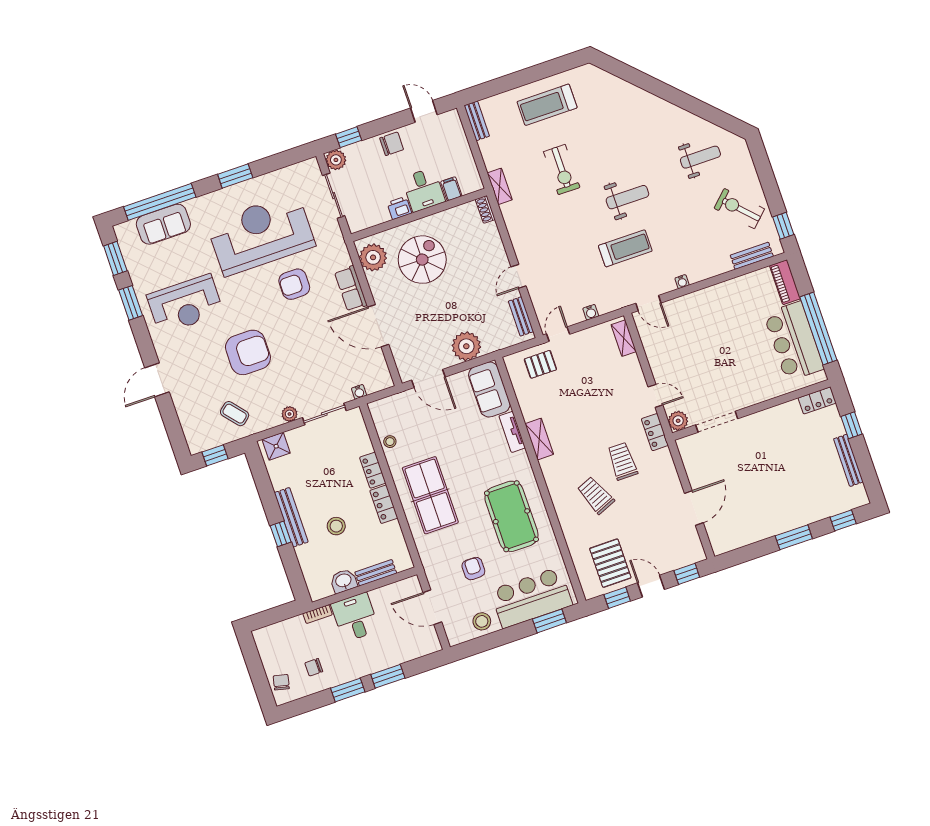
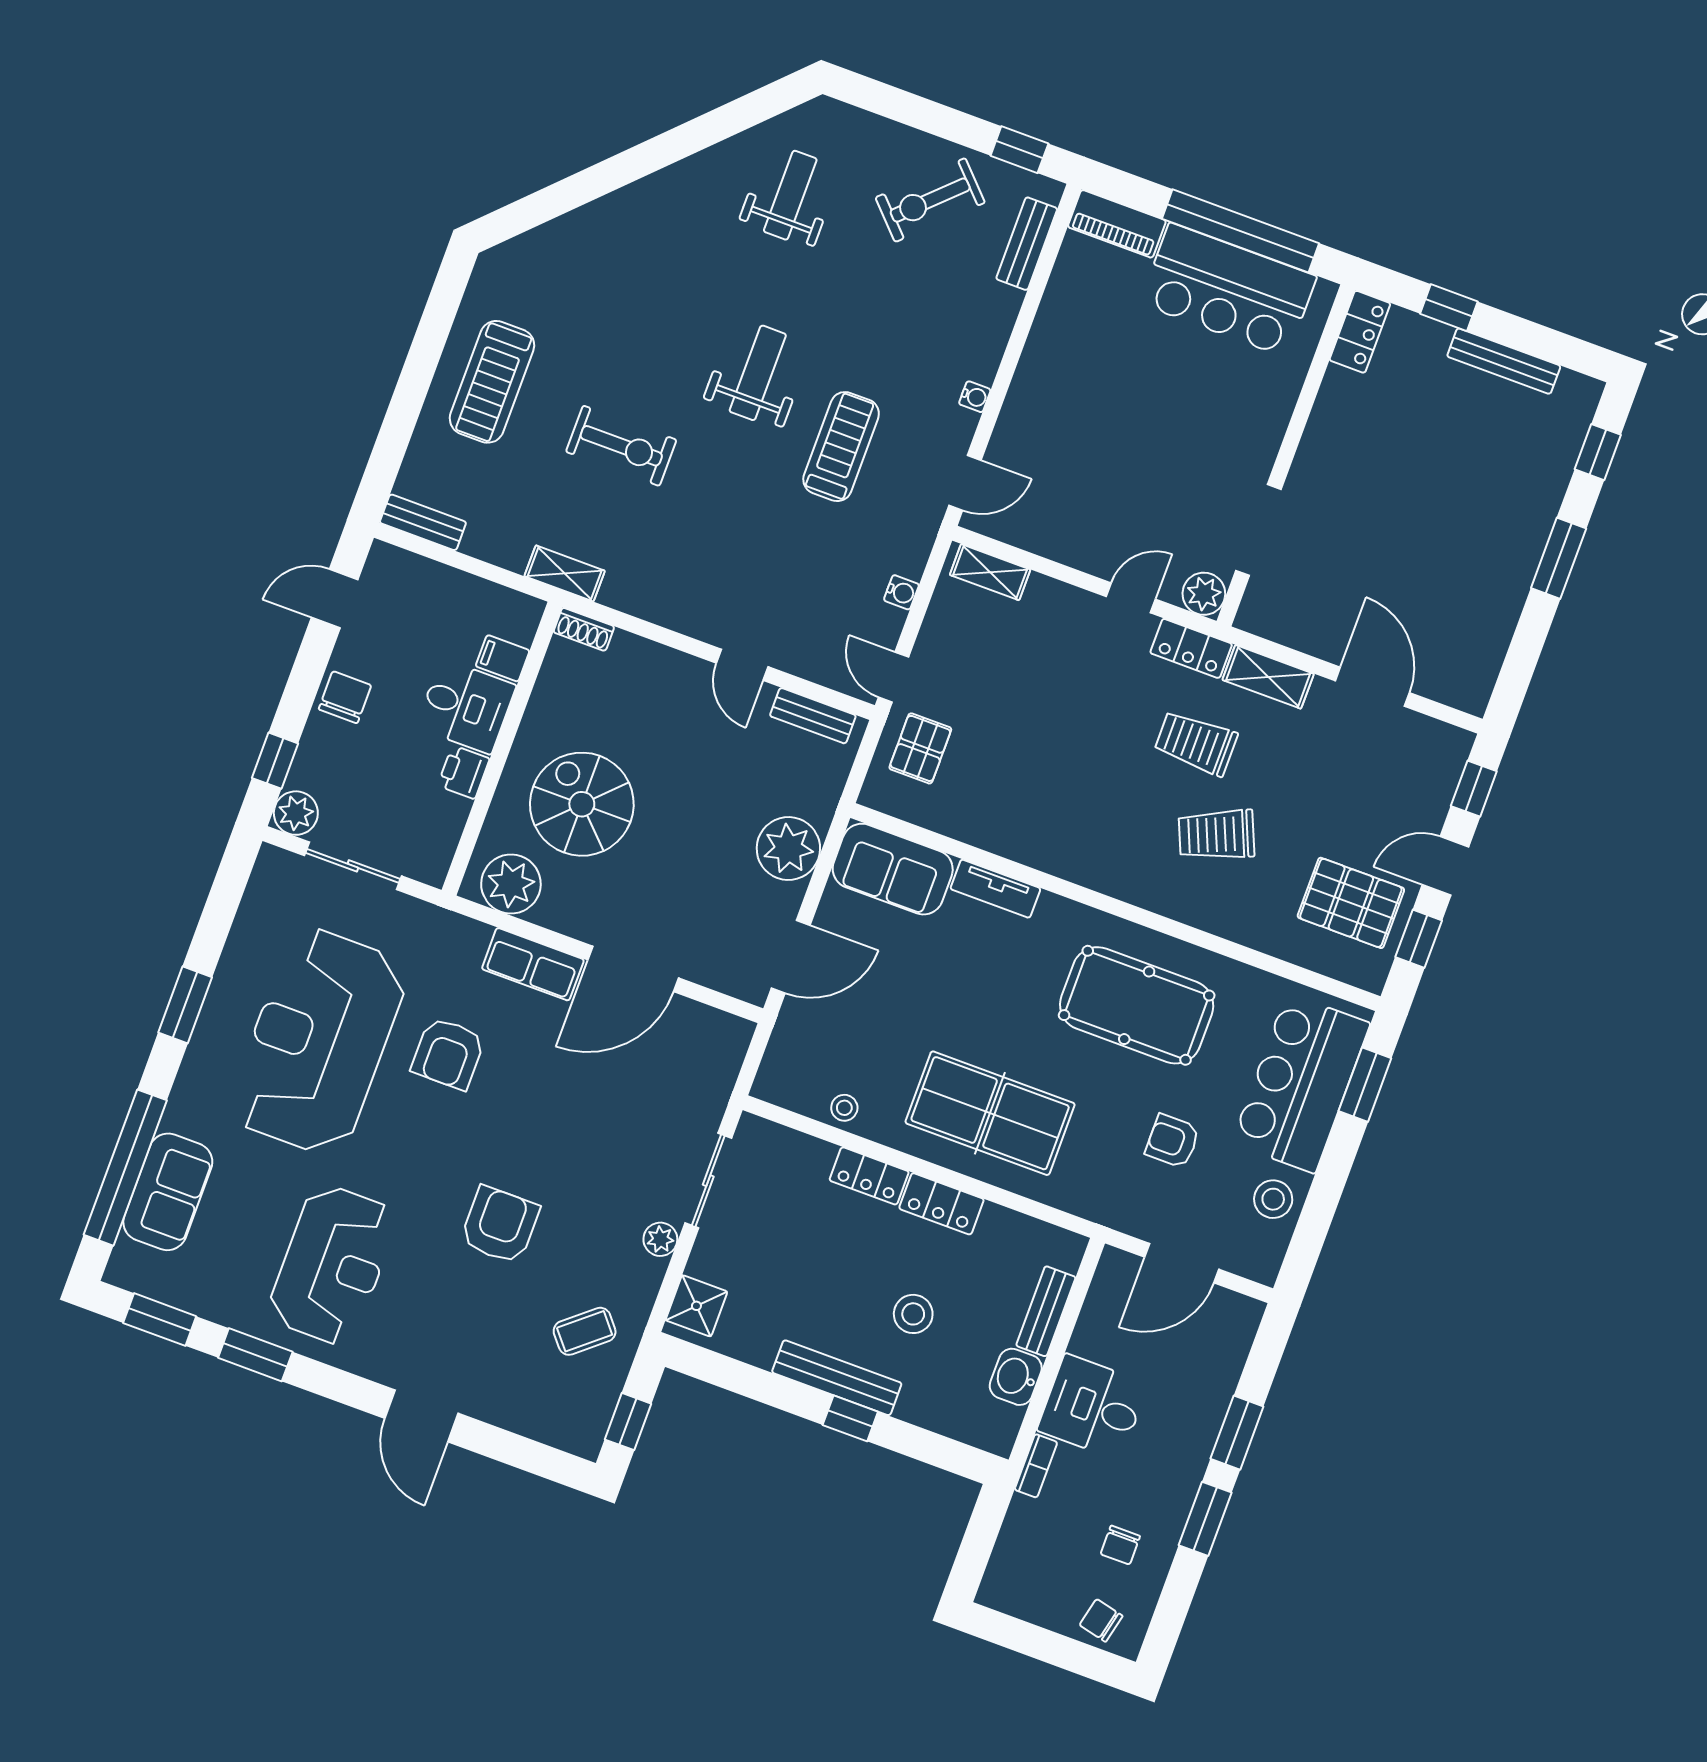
armchair: (248, 352) -> (500, 1225), width x0.73, depth x0.73
water cooler: (359, 392) -> (718, 1092), removed
shelving: (539, 439) -> (1268, 677), moved

